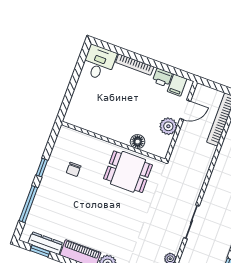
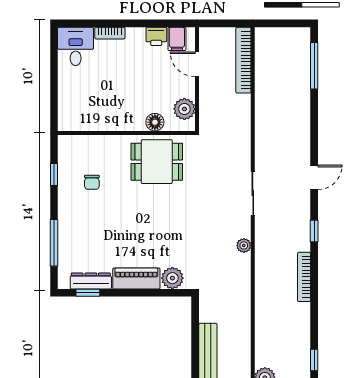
bookcase: (135, 65) -> (110, 33), width x0.64
door: (185, 110) -> (197, 64), swing flipped
plant: (168, 126) -> (184, 109), moved
window: (42, 168) -> (54, 175), moved

